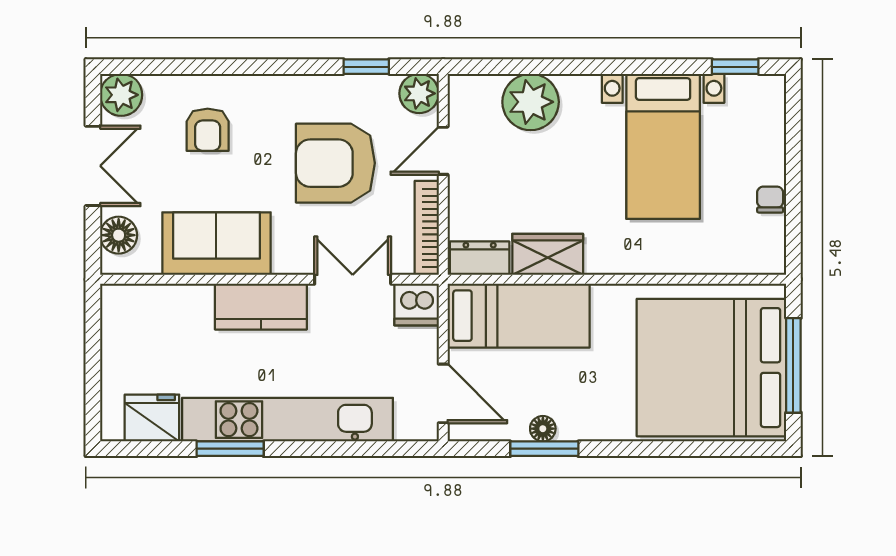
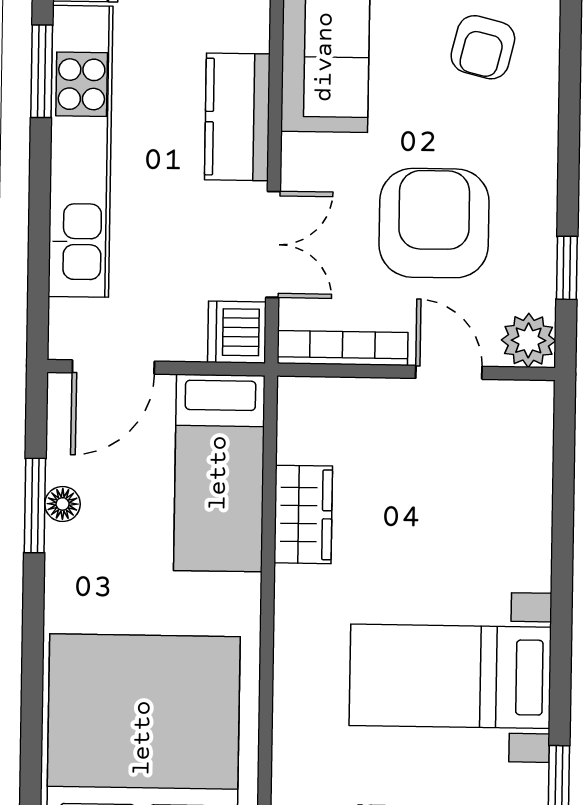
plant: (531, 102) -> (514, 494), removed
armchair: (208, 130) -> (483, 47), turned -76
dresser: (480, 258) -> (299, 420), removed

